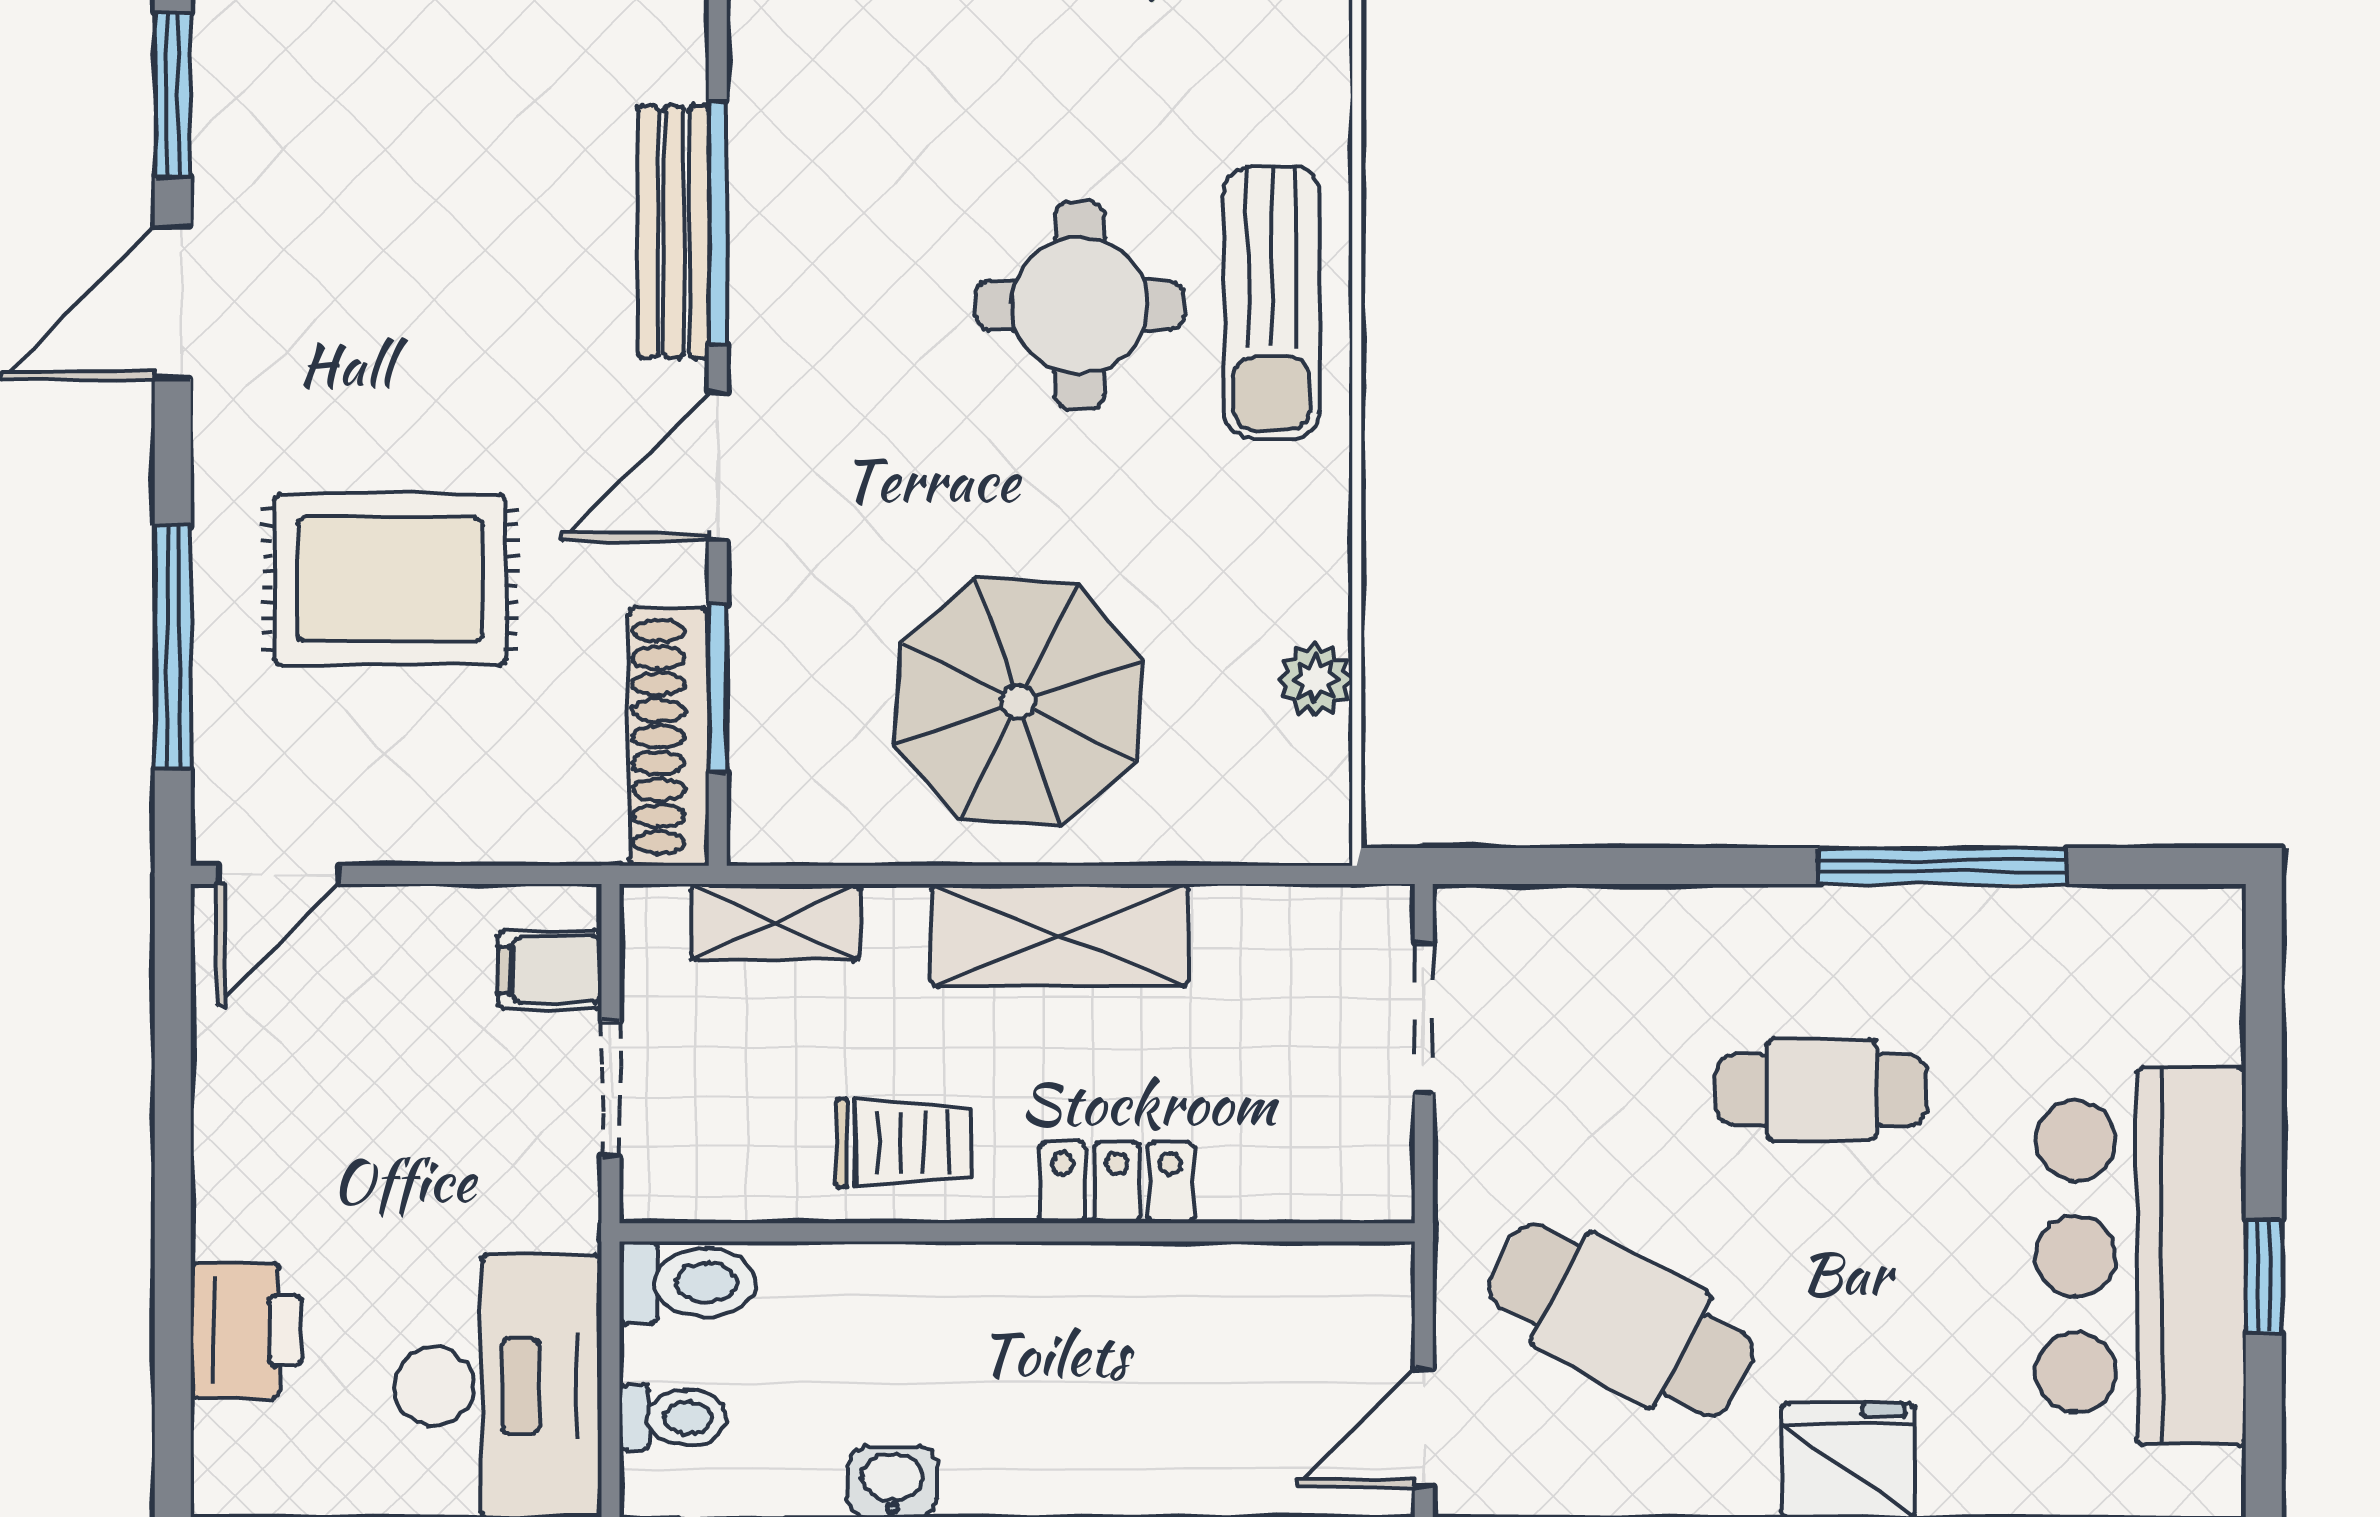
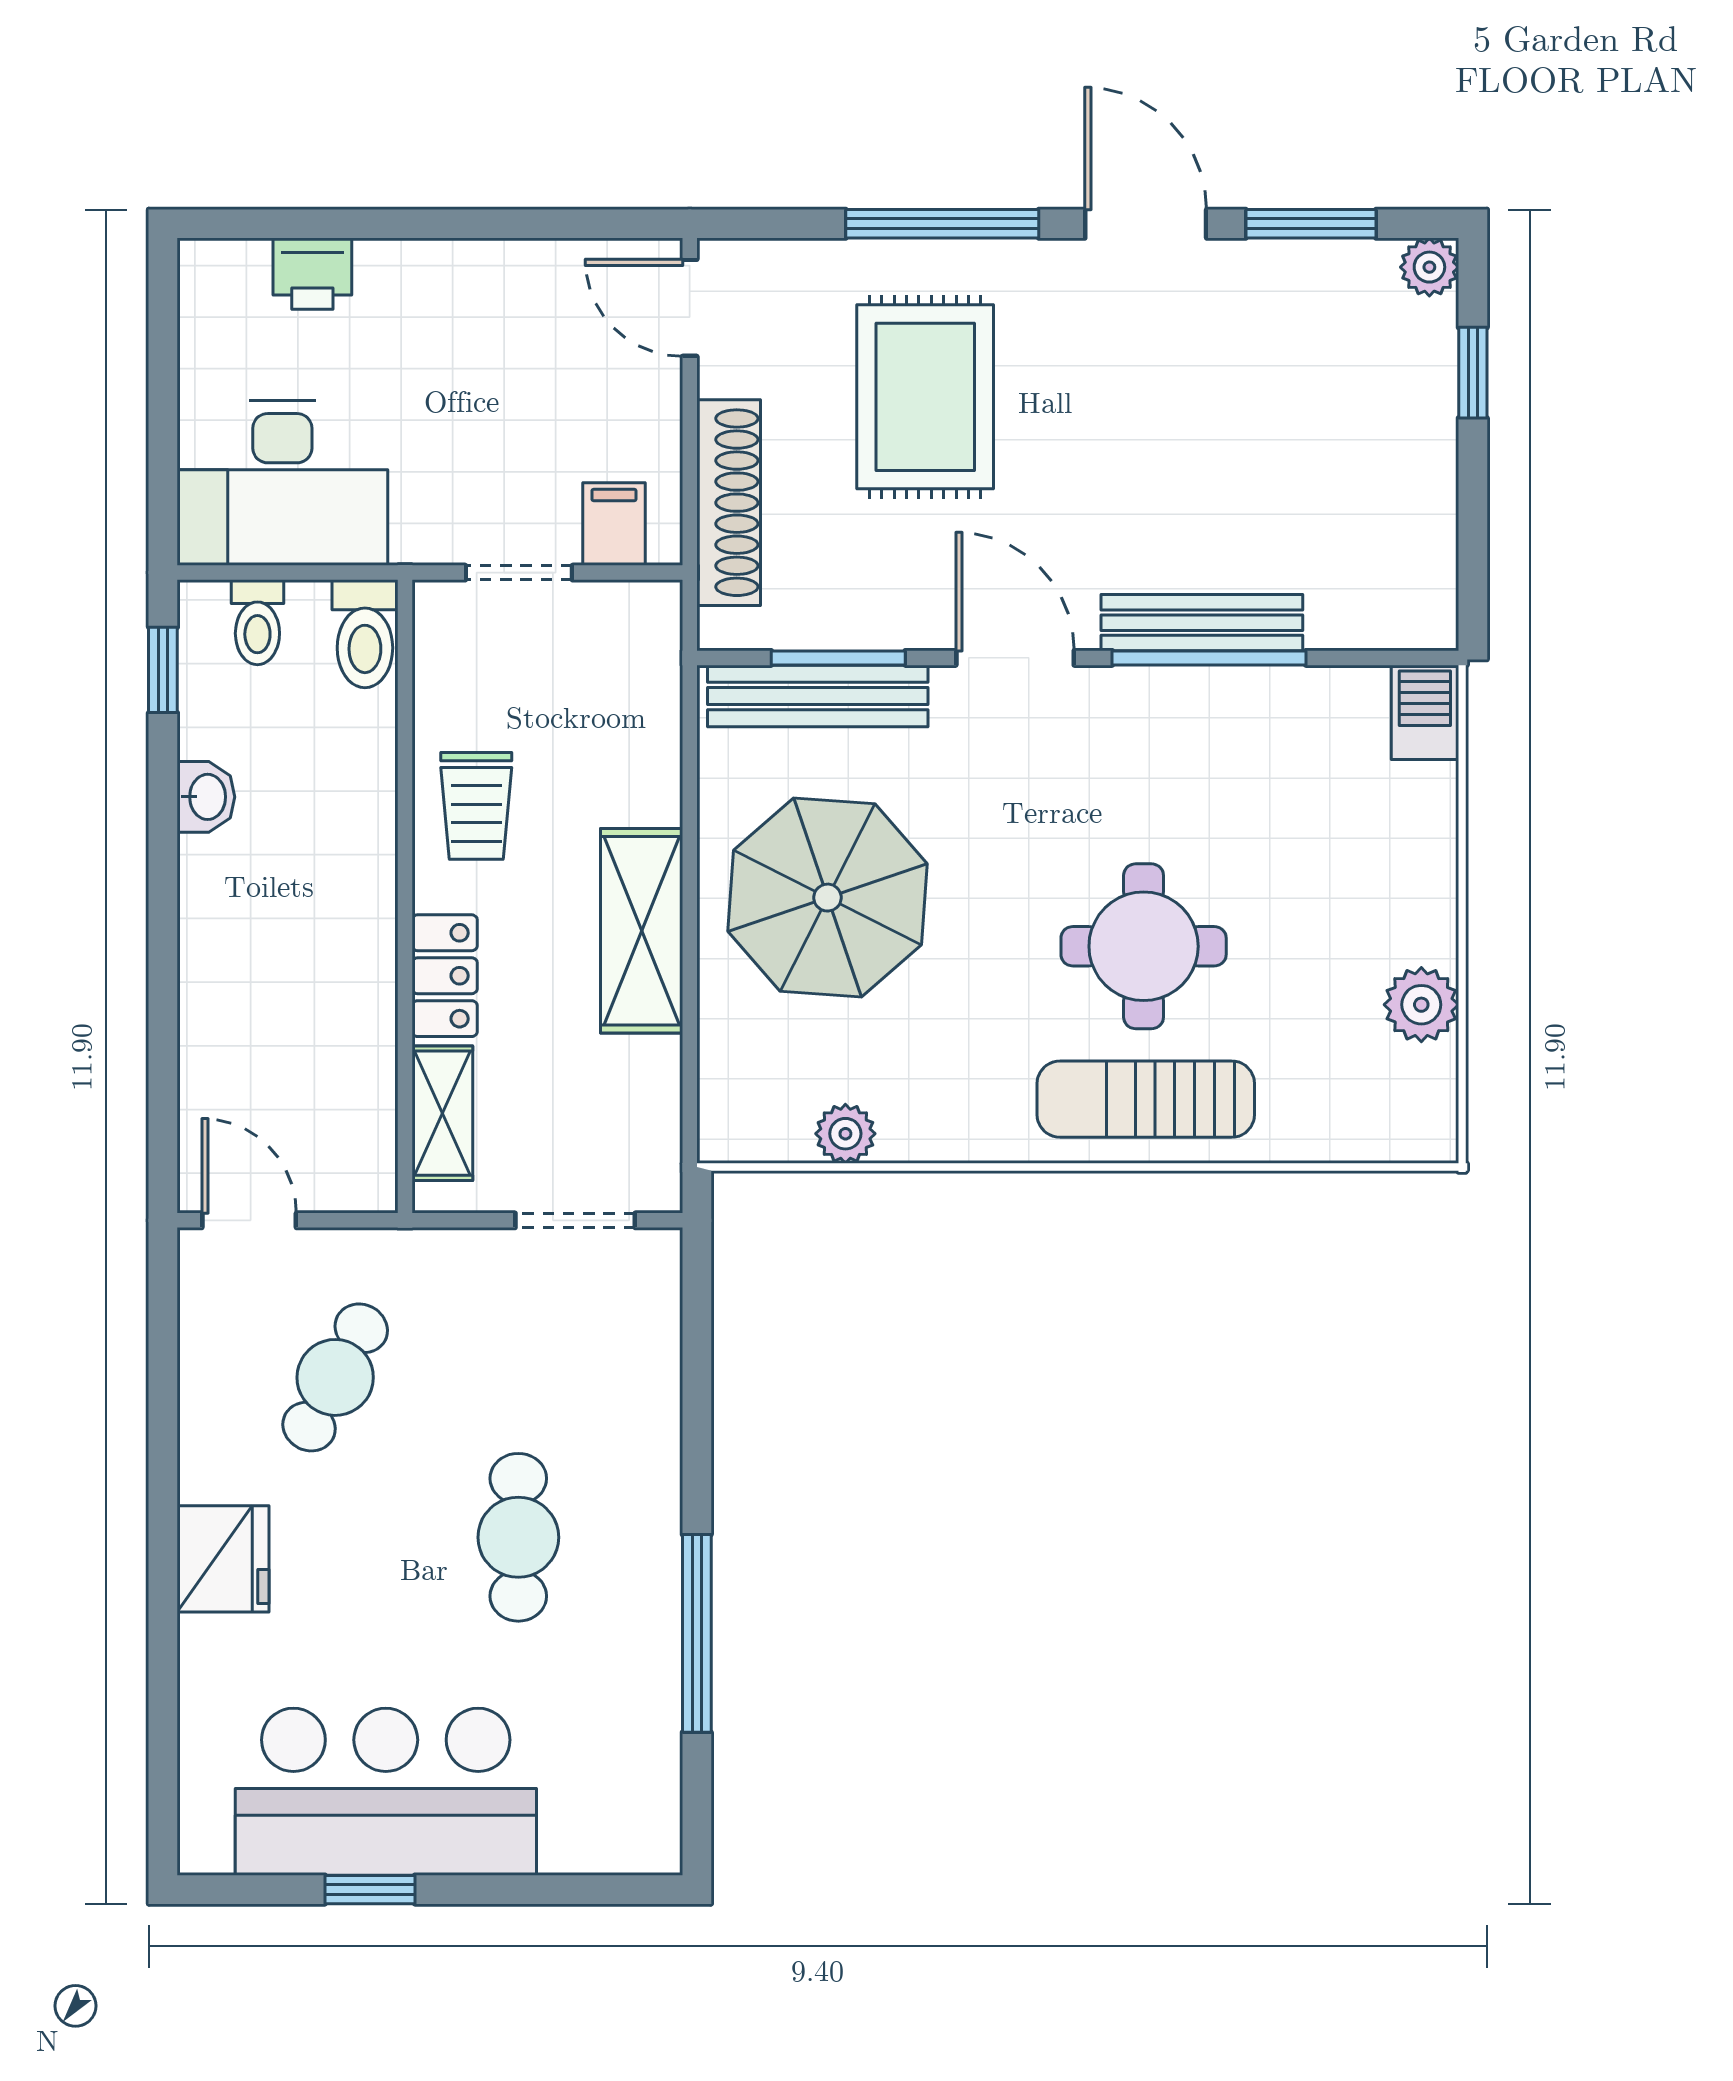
window: (173, 647) -> (942, 224), moved
bench: (765, 714) -> (818, 696), added
shoe rack: (669, 737) -> (729, 503), moved, turned 90
shelving: (775, 922) -> (442, 1113), moved
cafe table: (1621, 1320) -> (335, 1377), width x0.73, depth x0.74
printer: (246, 1331) -> (312, 274), width x0.73, depth x0.81

